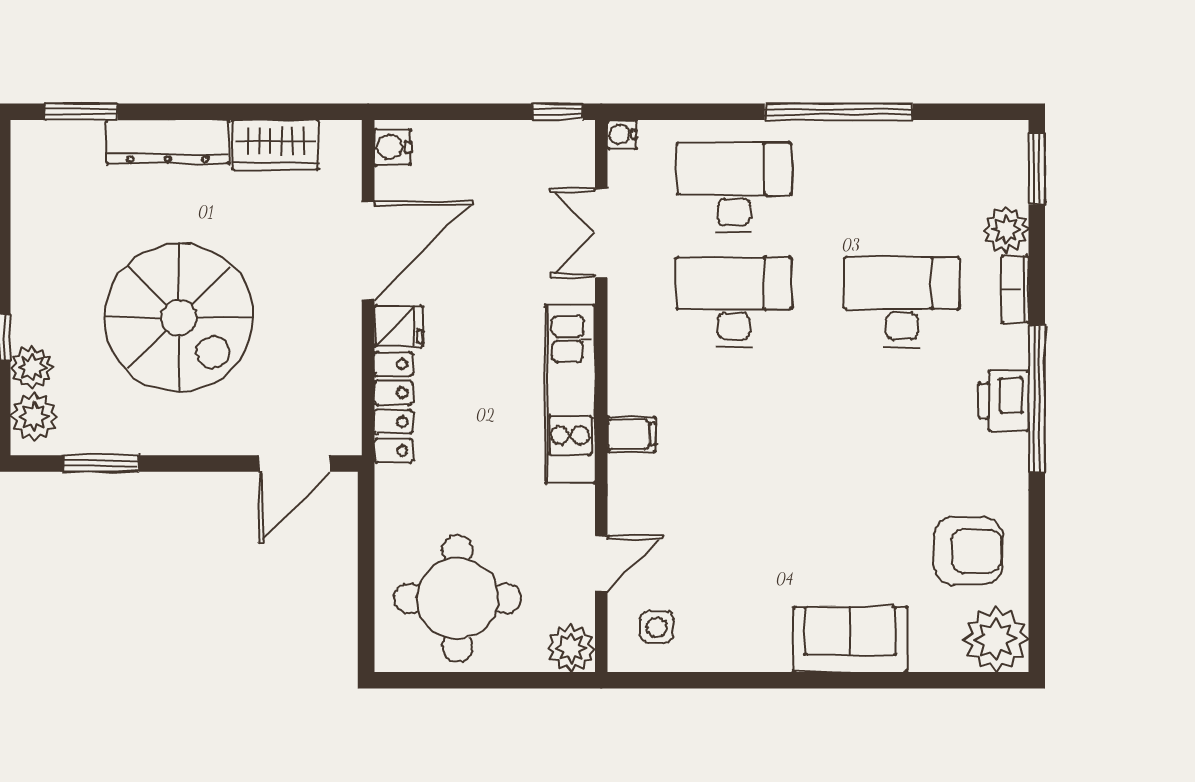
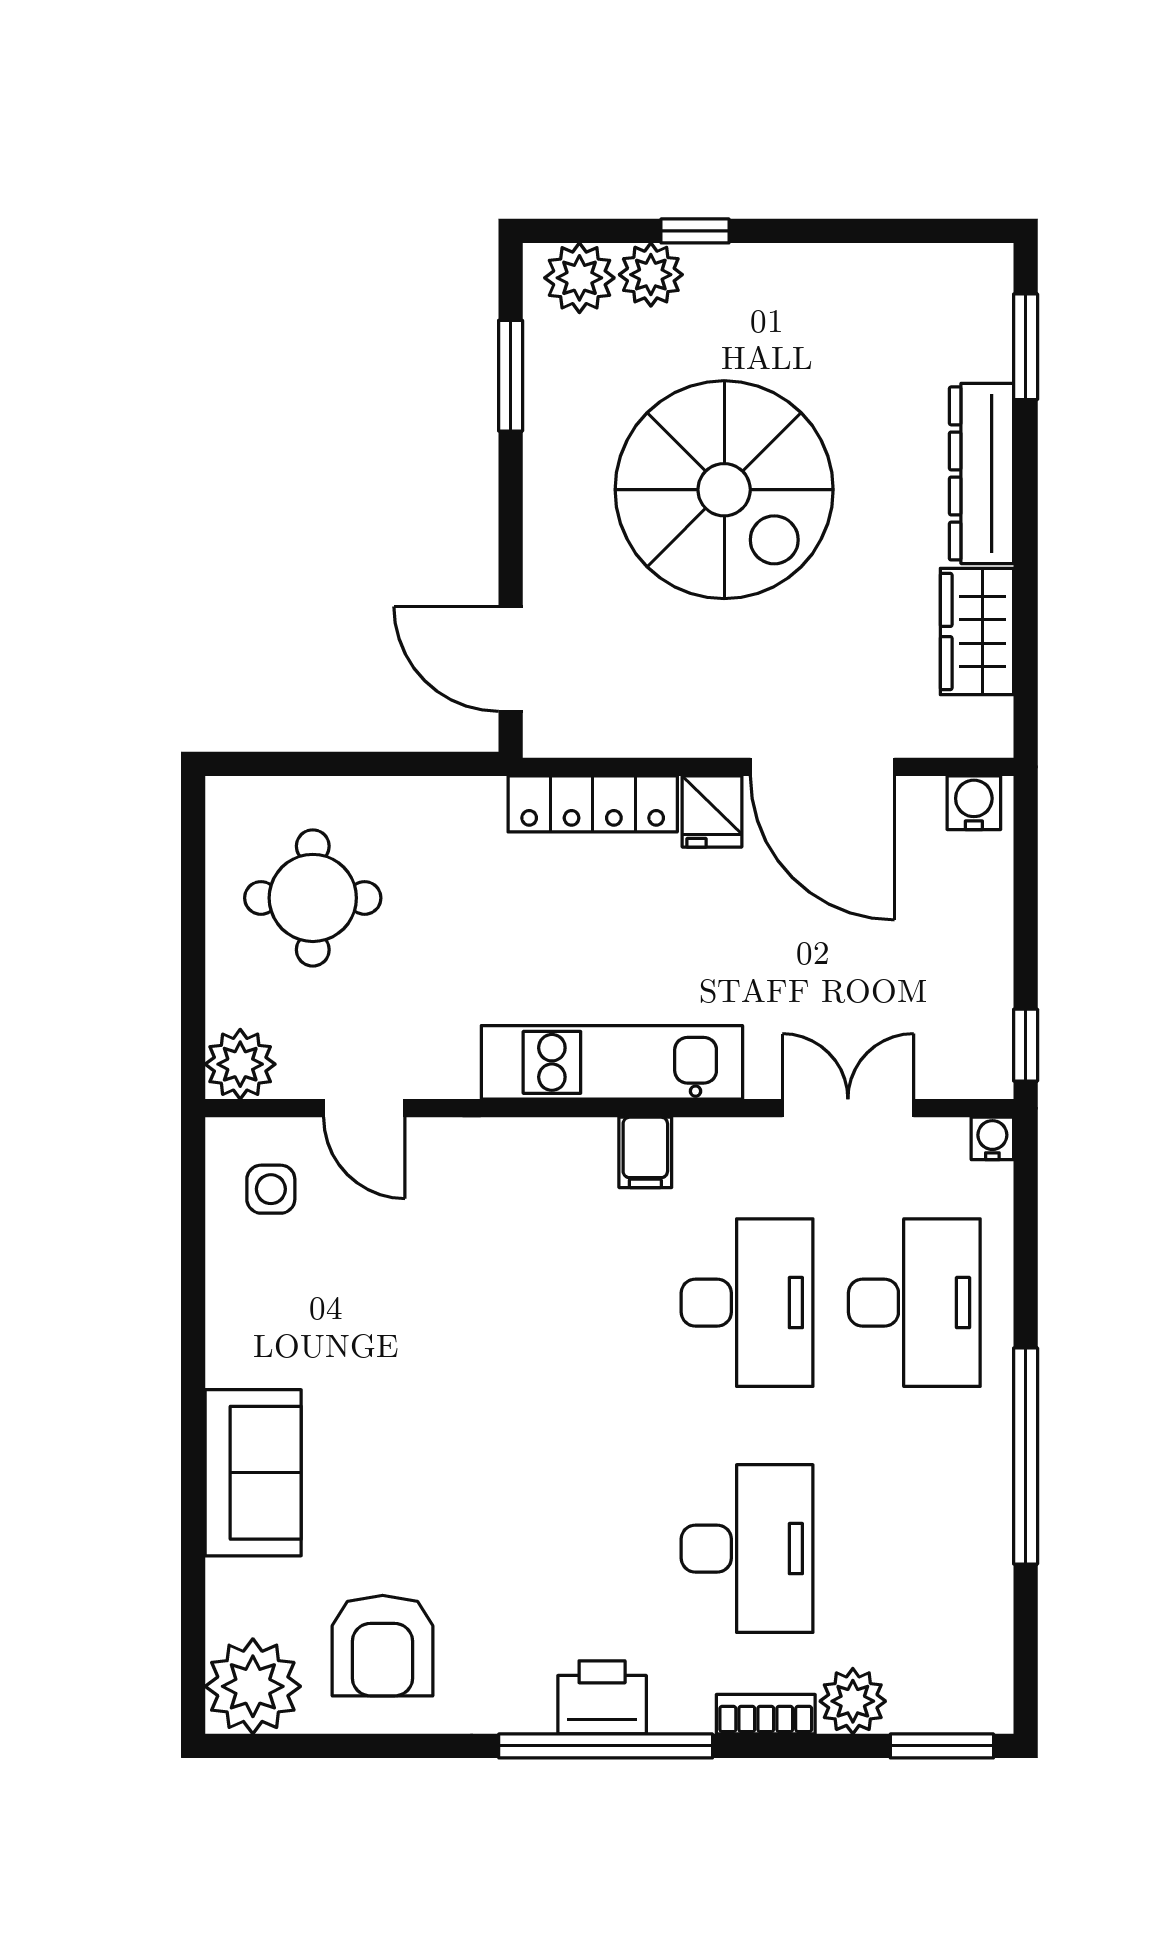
spiral stairs: (179, 318) -> (724, 490), turned -90
filing cabinet: (631, 434) -> (645, 1152), moved
round table: (458, 599) -> (313, 898), width x0.73, depth x0.73

